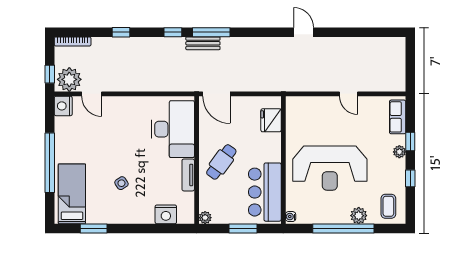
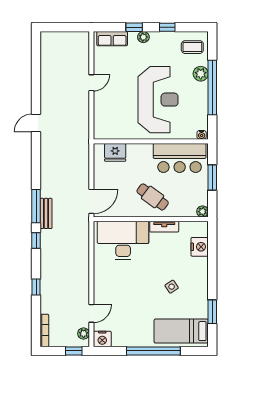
plant: (69, 79) -> (84, 333), width x0.53, depth x0.53

